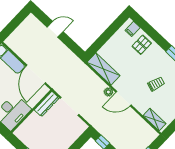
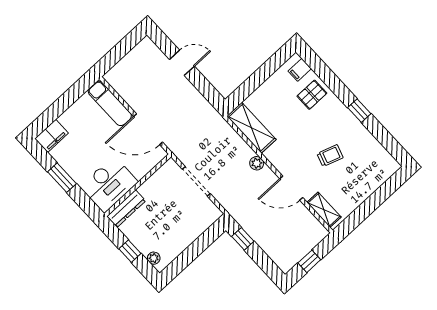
door: (36, 74) -> (148, 129), hinge flipped
door: (123, 99) -> (291, 188), moved
dresser: (47, 104) -> (126, 208), moved

